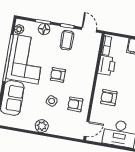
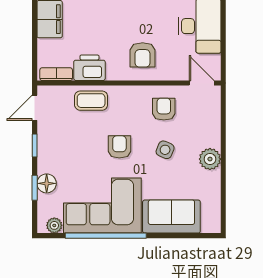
coffee table: (67, 40) -> (91, 101), moved
armchair: (58, 75) -> (119, 147), turned 180
armchair: (75, 104) -> (164, 109), turned 180

